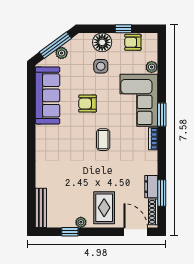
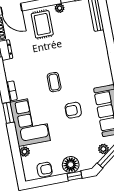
window: (123, 29) -> (74, 176), moved
side table: (101, 66) -> (68, 144), removed
armchair: (87, 104) -> (73, 110), turned 180

